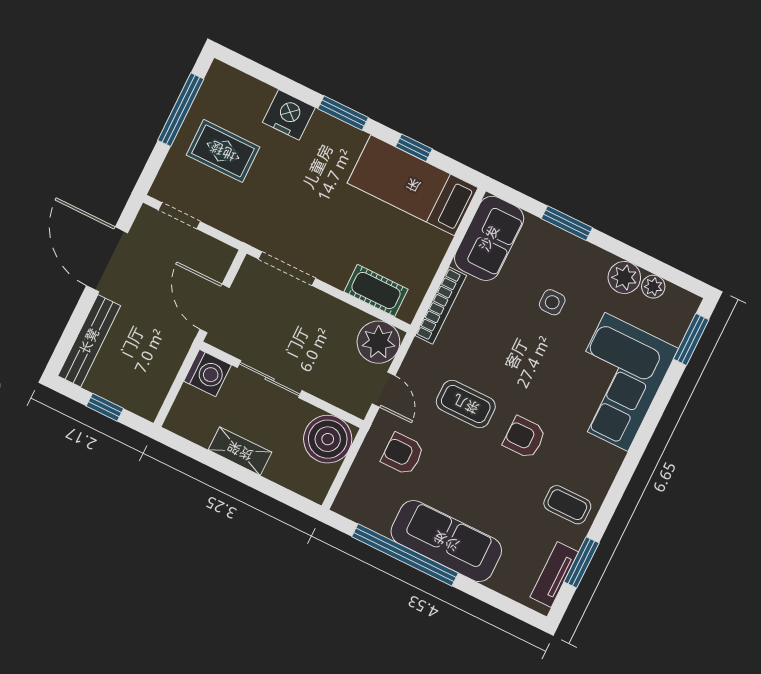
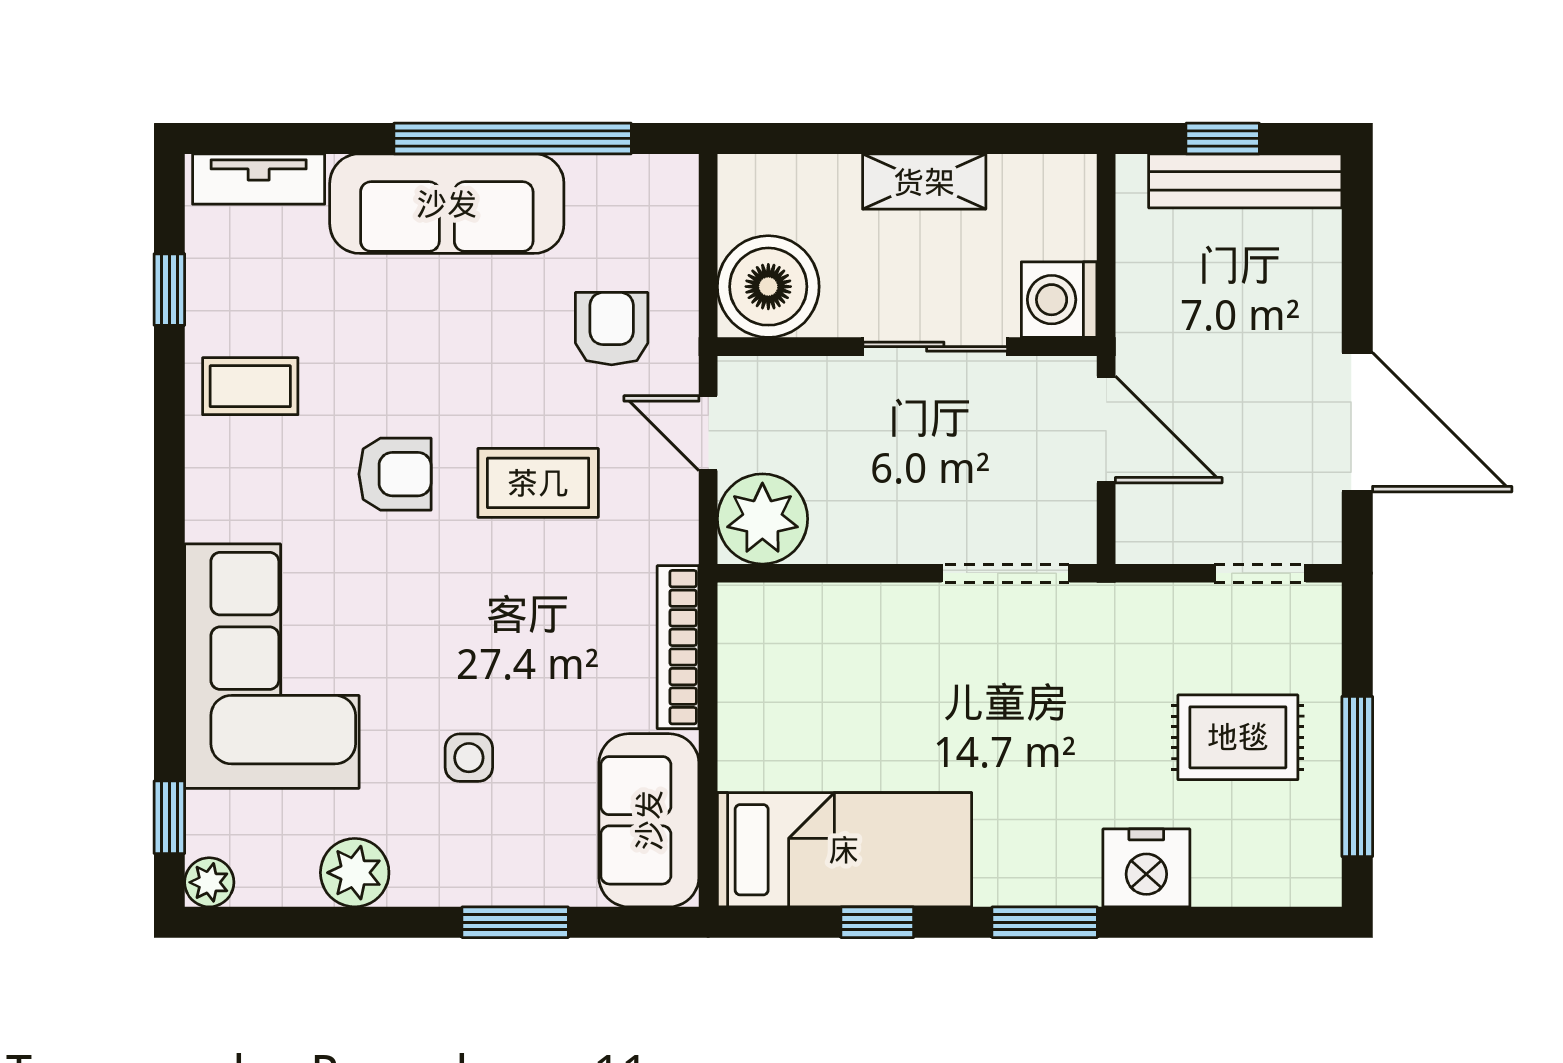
plant: (653, 287) -> (209, 882), moved
cot: (376, 290) -> (816, 615), removed
window: (691, 339) -> (169, 817), width x0.67
bench: (89, 341) -> (1245, 181), moved, turned 90
armchair: (403, 454) -> (612, 329), turned -90
window: (581, 562) -> (169, 290), width x0.67
tv unit: (554, 574) -> (259, 179), moved, turned 90

